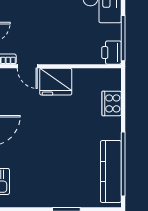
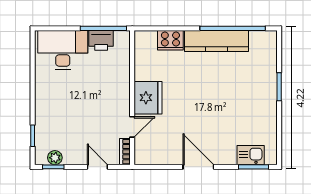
printer: (112, 53) -> (101, 40), moved
kitchen counter: (111, 172) -> (216, 41), moved

